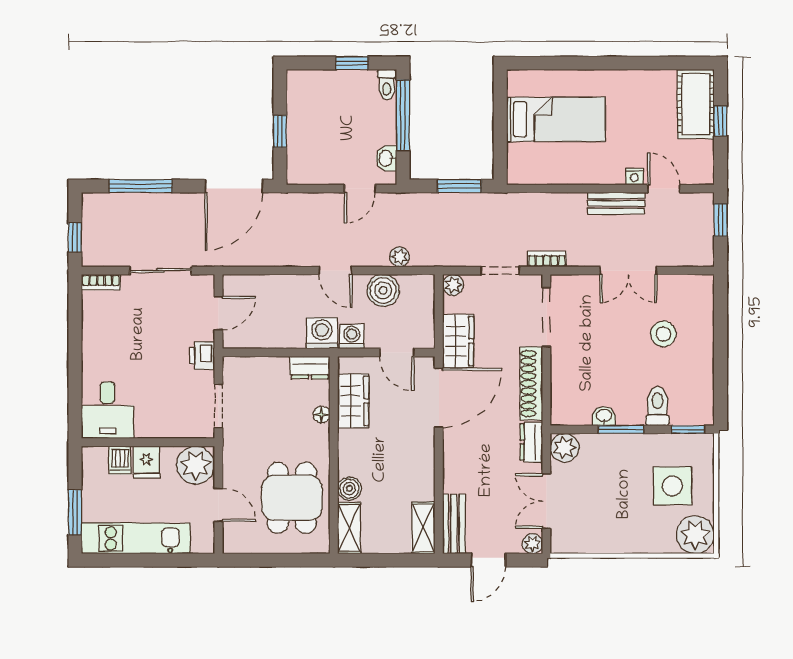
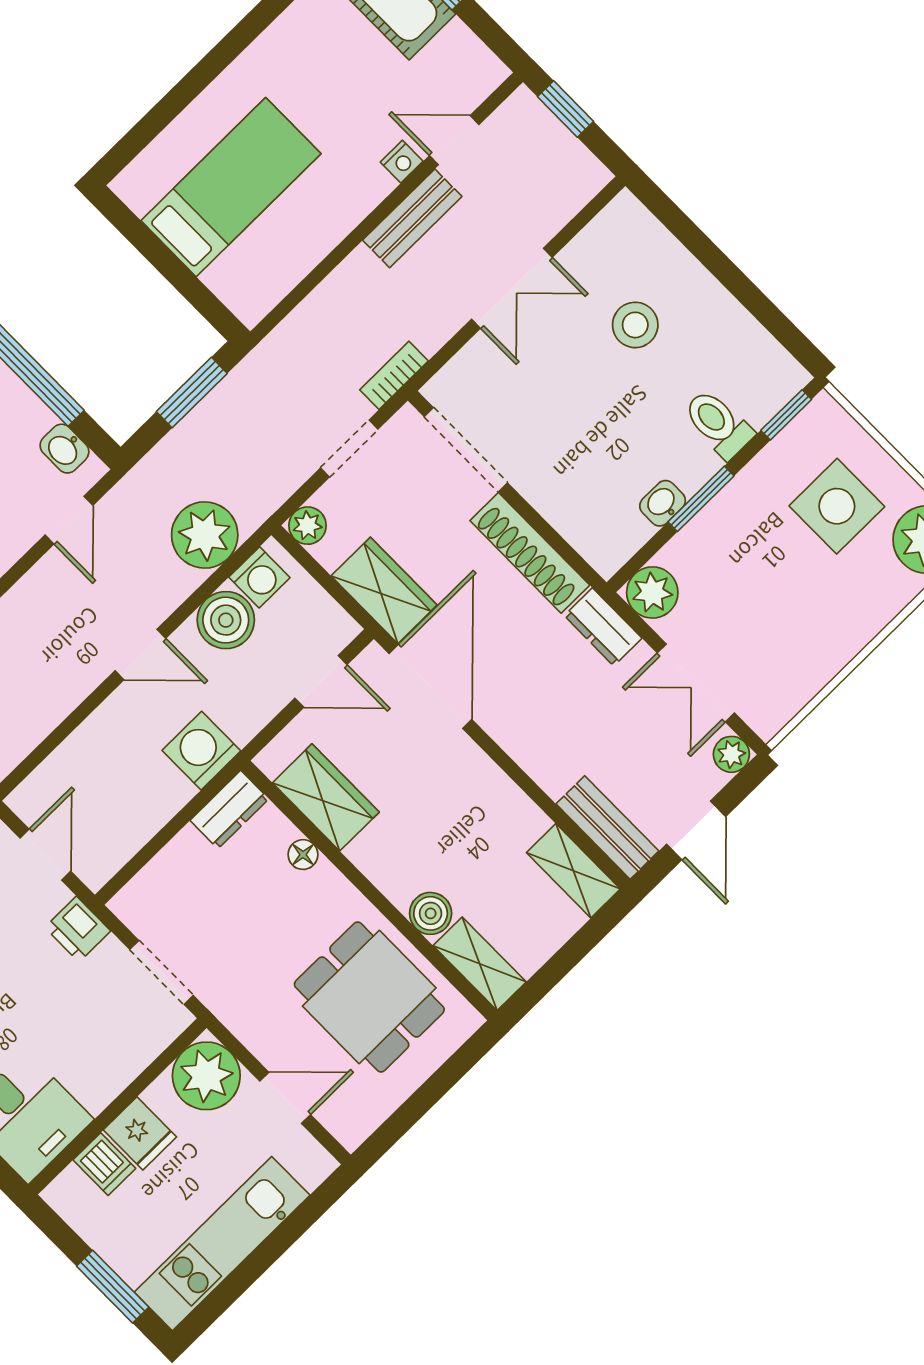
plant: (400, 257) -> (205, 535), width x1.87, depth x1.87
washing machine: (352, 337) -> (259, 577), moved, turned 180

